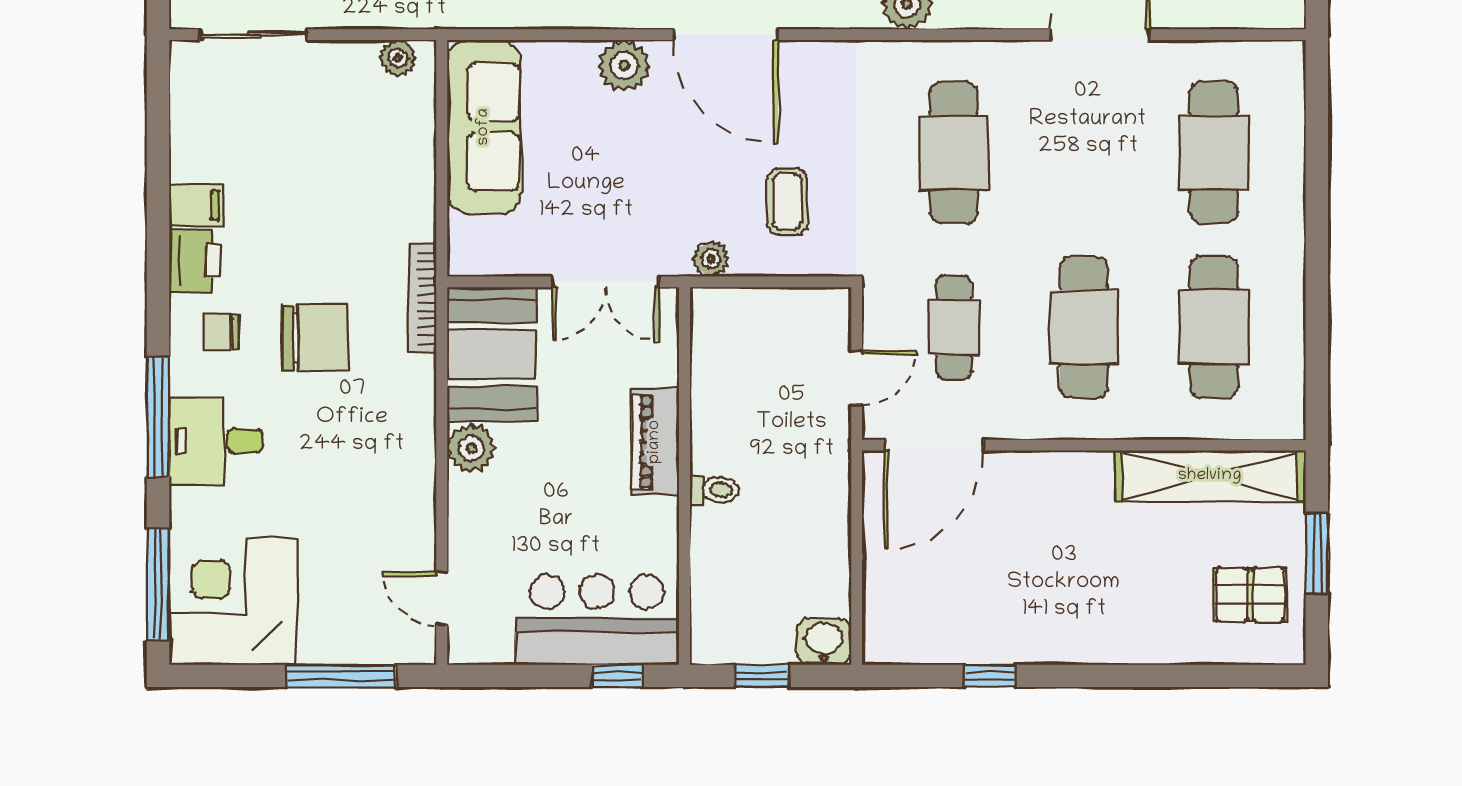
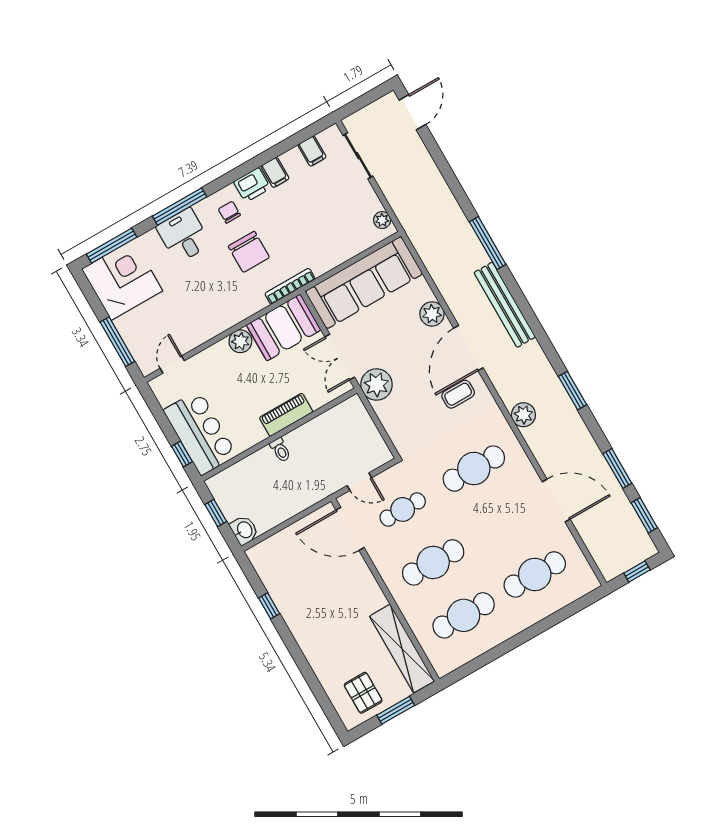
filing cabinet: (196, 114) -> (312, 151), added
sofa: (484, 127) -> (364, 283), width x1.36, depth x1.27
coffee table: (787, 202) -> (458, 394), moved
plant: (711, 259) -> (376, 385), width x1.87, depth x1.87

